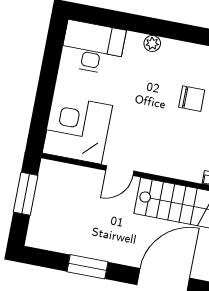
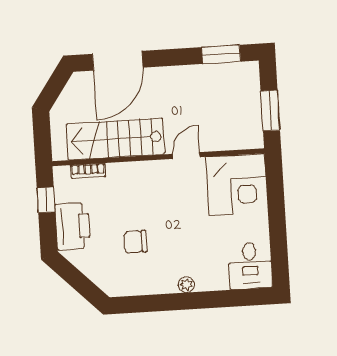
desk: (93, 48) -> (250, 266), width x0.73
window: (88, 267) -> (221, 54), moved

